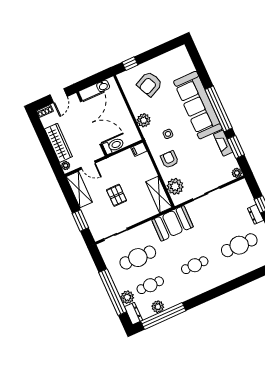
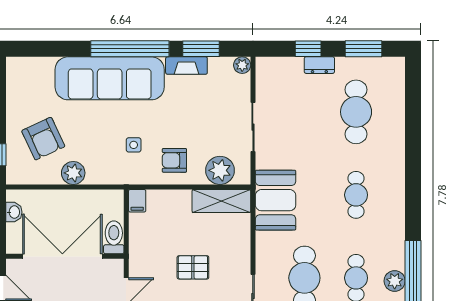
plant: (144, 120) -> (73, 173), moved

